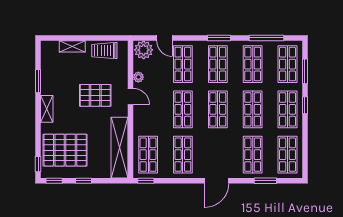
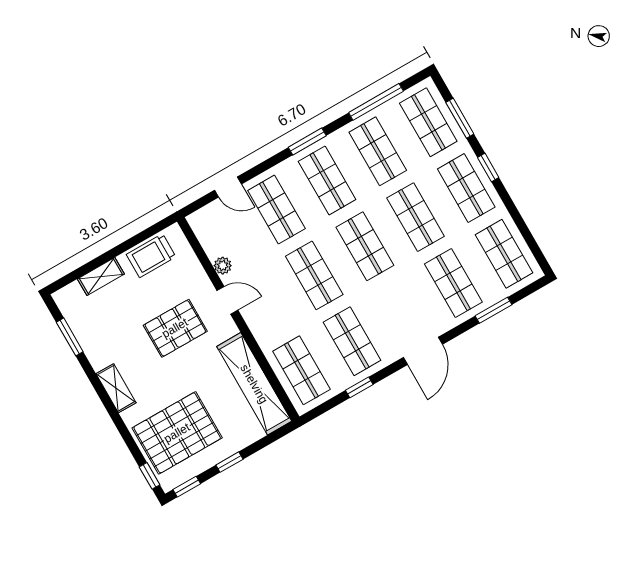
plant: (144, 50) -> (207, 222), removed
window: (38, 81) -> (70, 337), moved
window: (146, 181) -> (359, 387), moved

